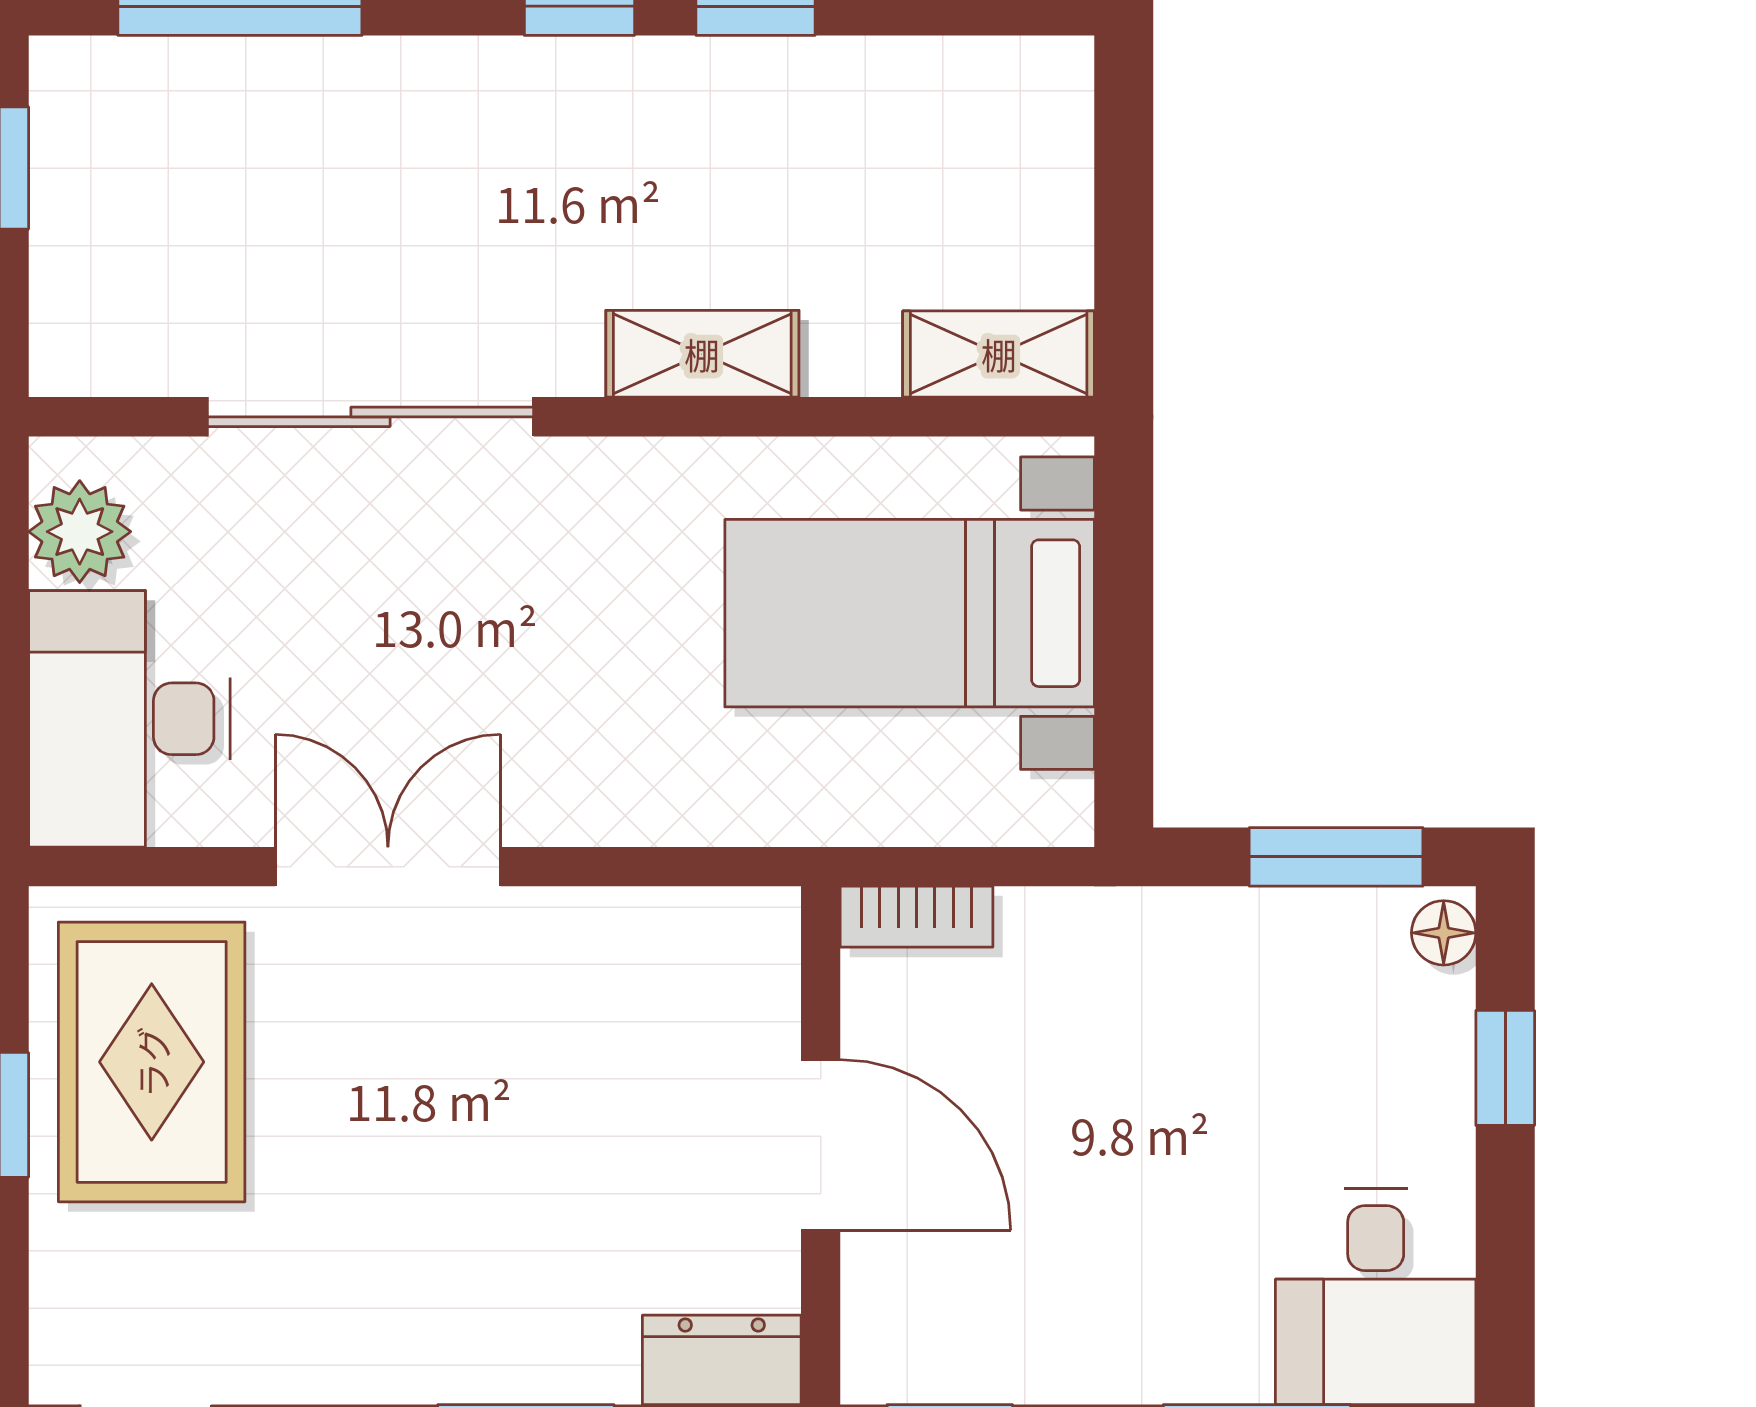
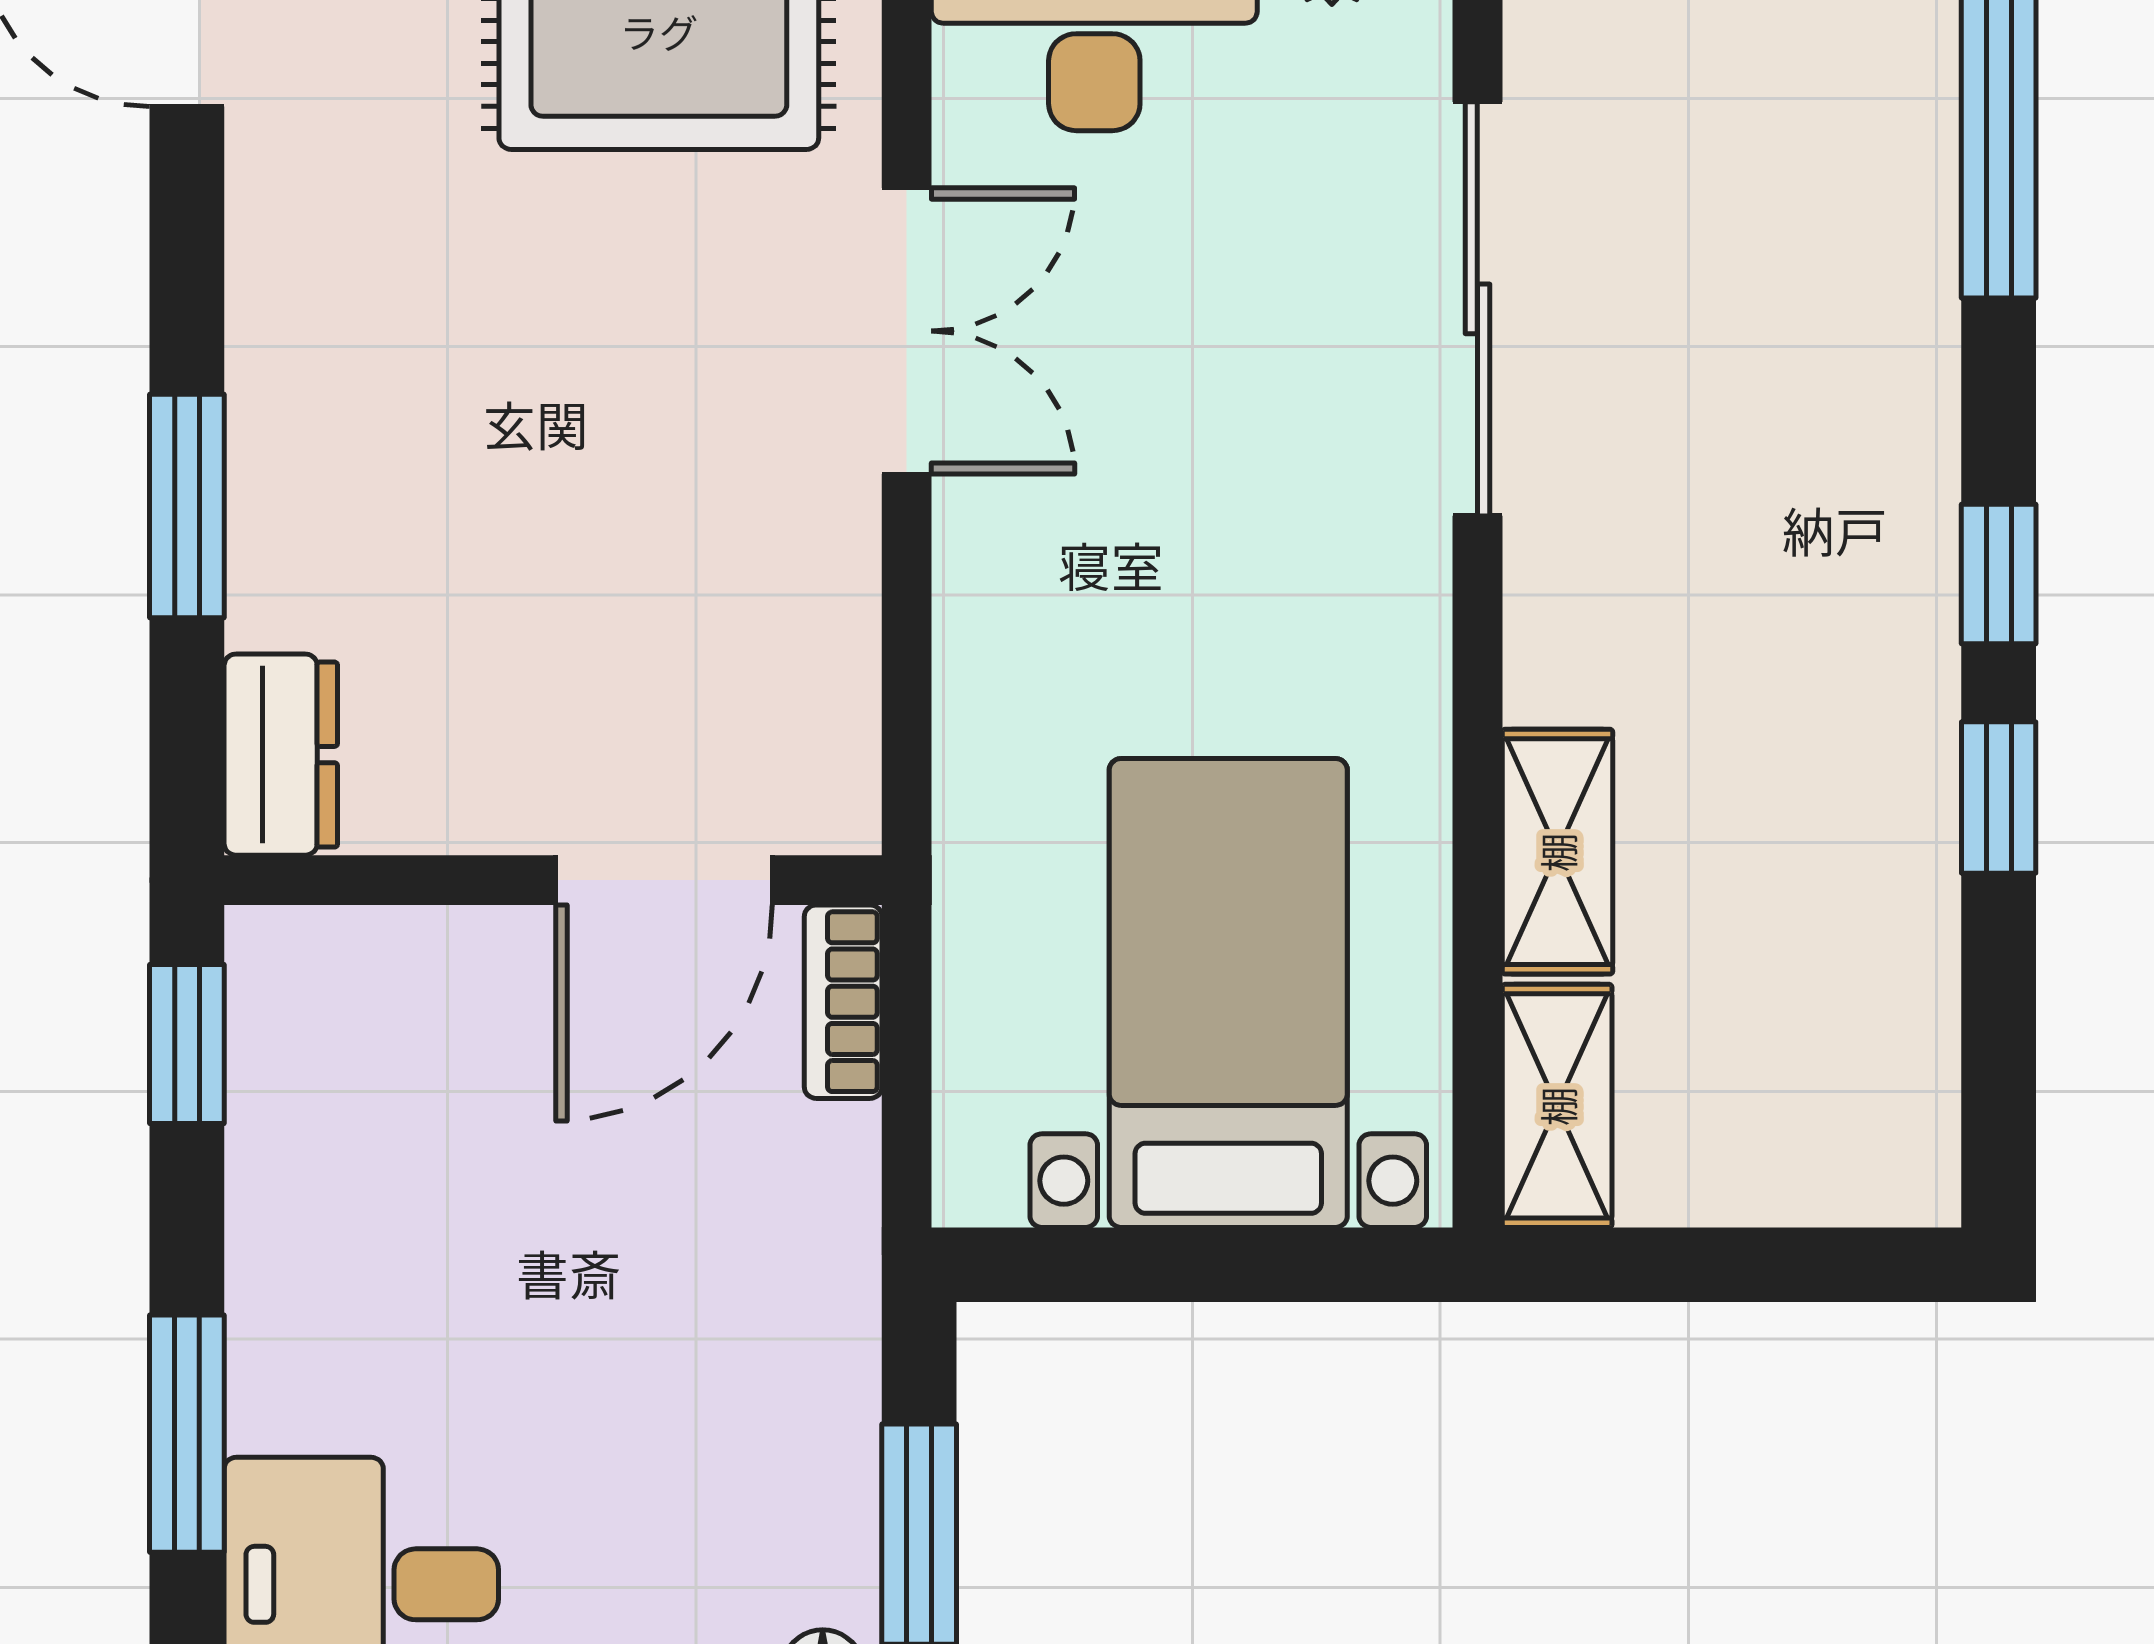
shelving: (702, 354) -> (1557, 852), moved
door: (821, 1145) -> (664, 880), moved

